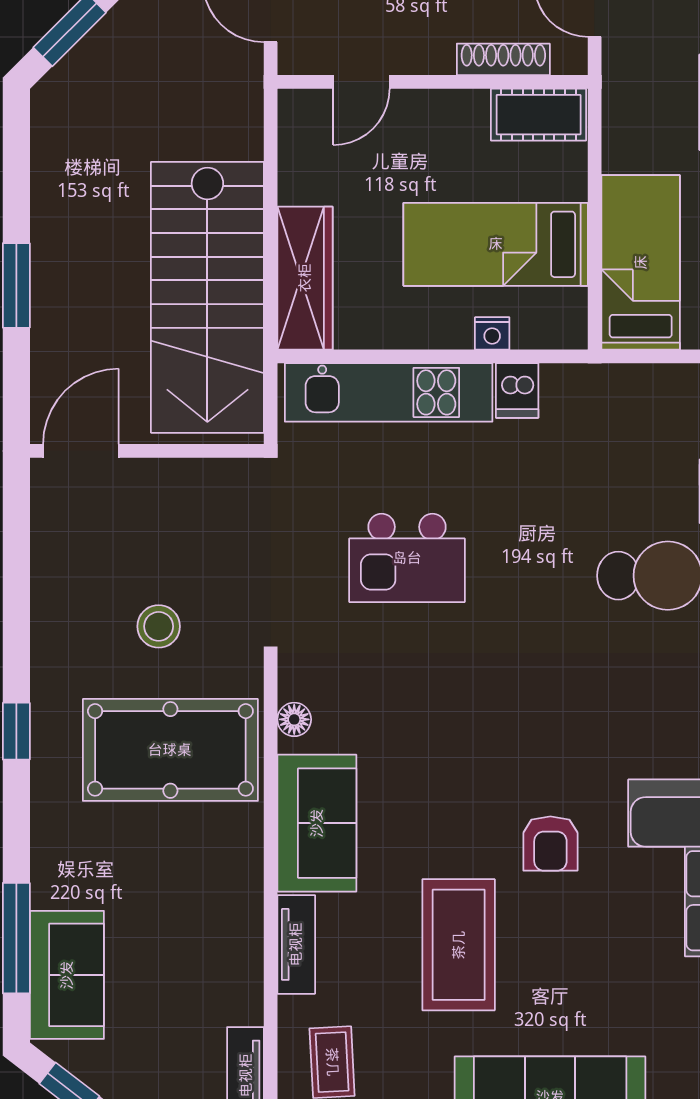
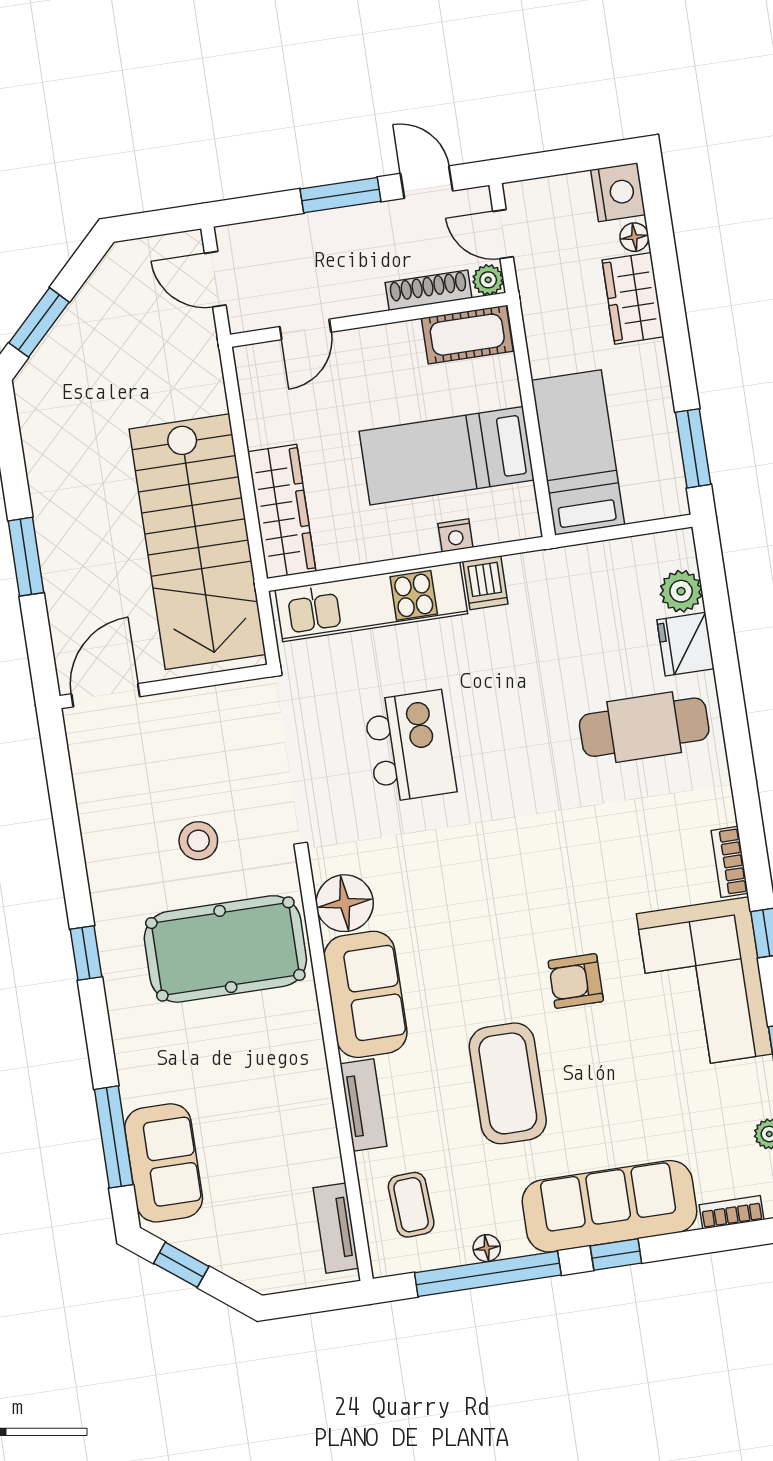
plant: (571, 58) -> (488, 280), added
kitchen island: (407, 558) -> (410, 746), turned -90
floor lamp: (294, 719) -> (345, 903), width x1.89, depth x1.89
armchair: (550, 844) -> (576, 981), turned 90

